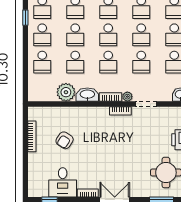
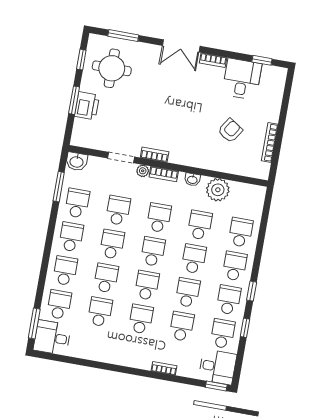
washbasin: (87, 95) -> (192, 180), width x0.52, depth x0.69

